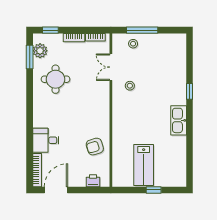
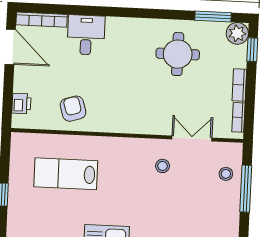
plant: (40, 51) -> (237, 33), moved
lab bench: (144, 165) -> (66, 174), moved

